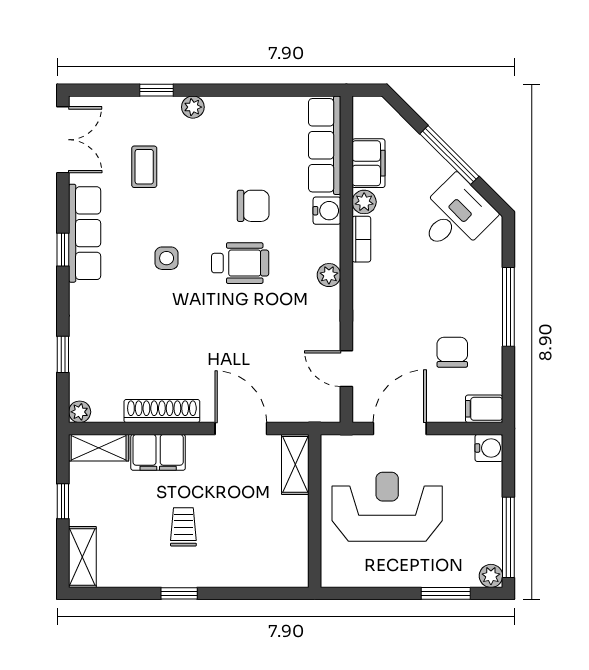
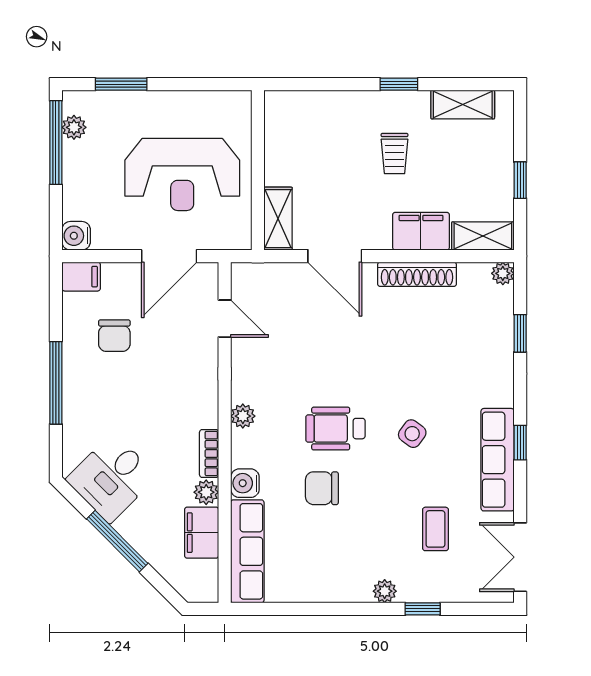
side table: (167, 258) -> (412, 434), turned 36
shelving: (82, 557) -> (463, 105), moved, turned 90
plant: (491, 576) -> (74, 127), moved

